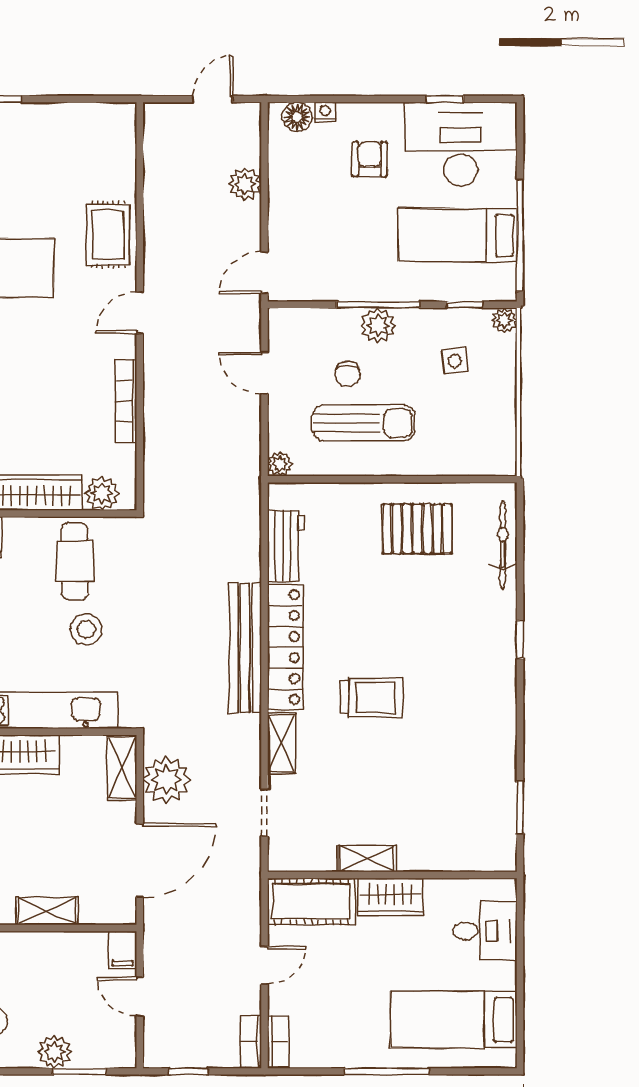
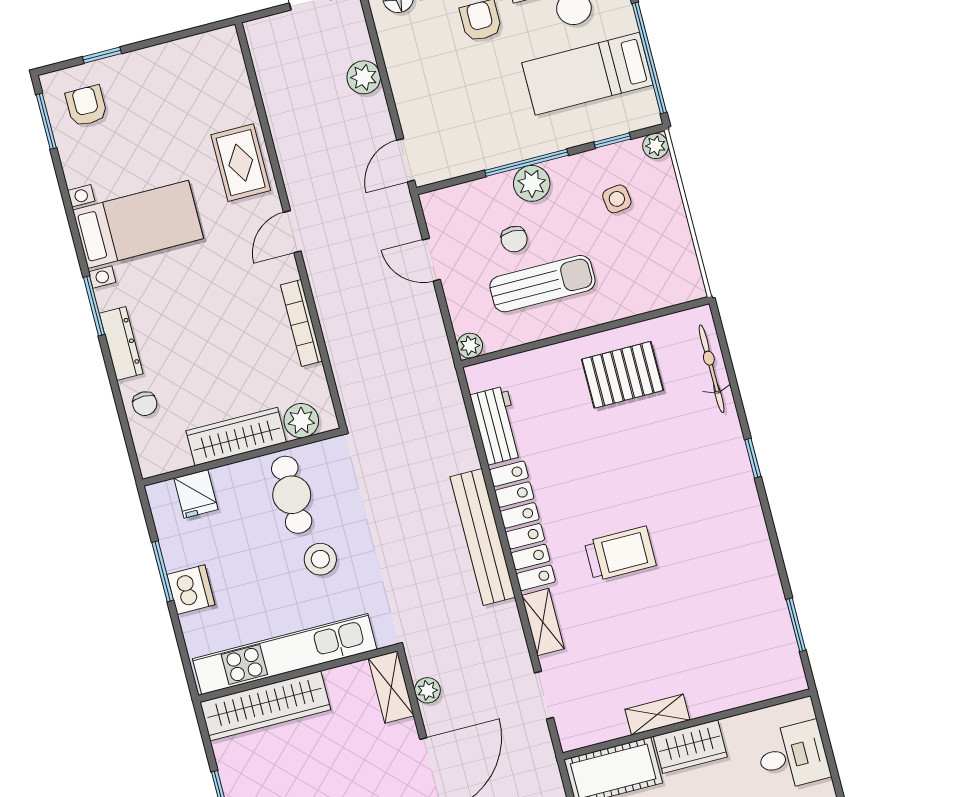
plant: (166, 779) -> (427, 690), width x0.53, depth x0.53

